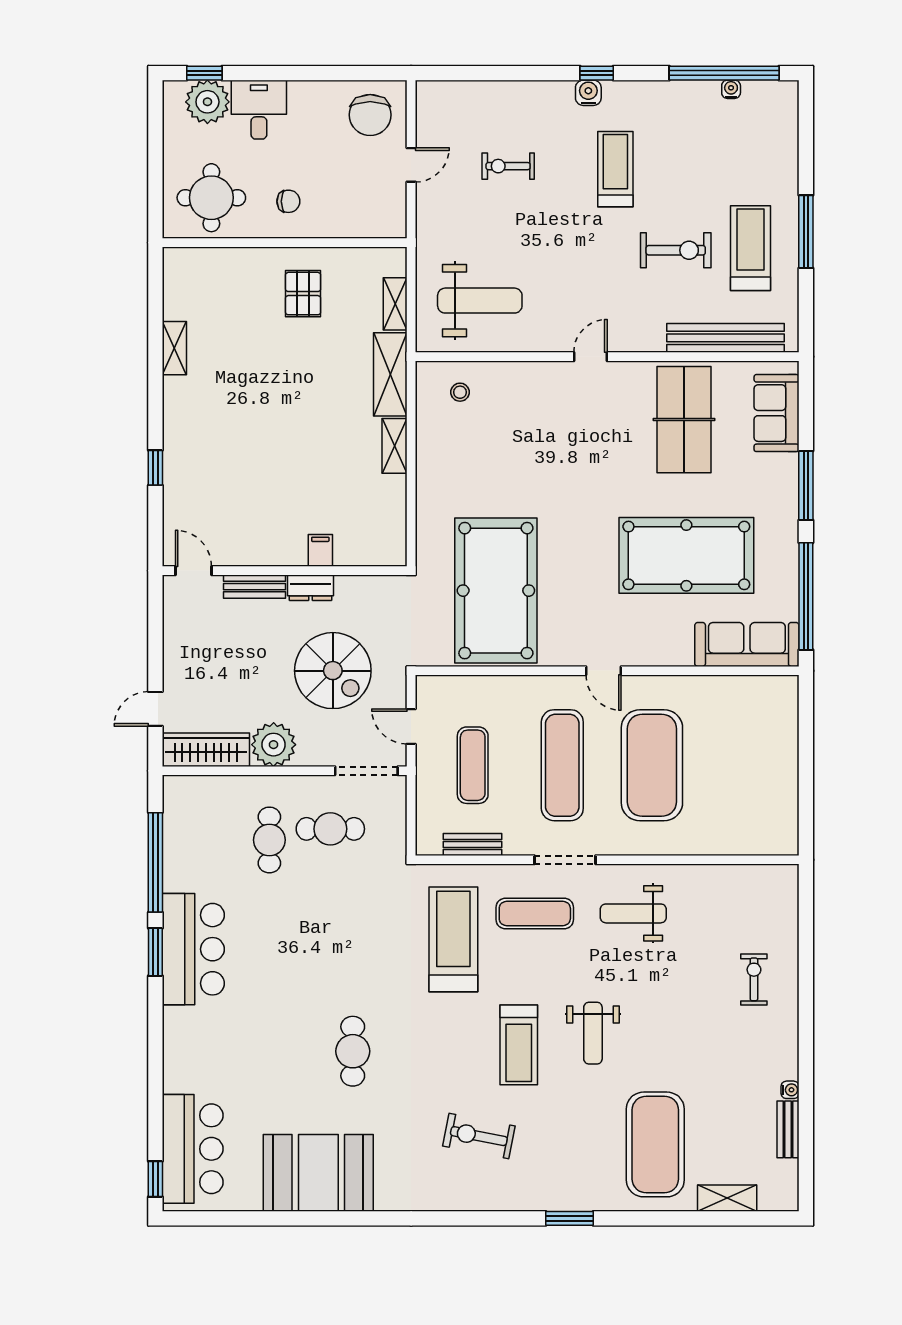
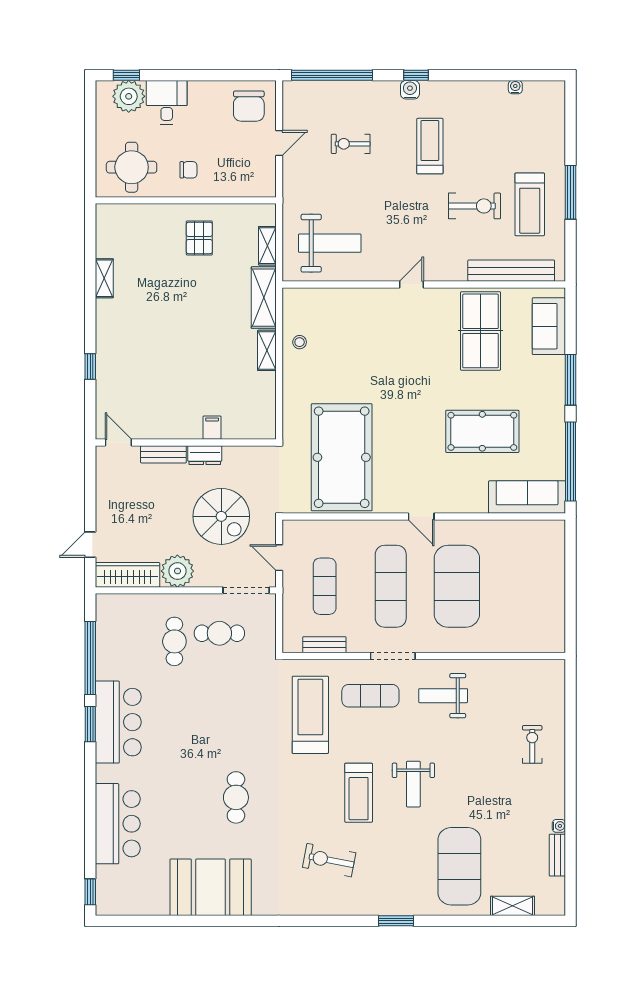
window: (724, 73) -> (332, 75), moved
treadmill: (751, 248) -> (530, 204), turned 180
stool: (460, 392) -> (300, 342), moved
pool table: (686, 555) -> (482, 431), width x0.73, depth x0.76
bar counter: (193, 1149) -> (118, 824), moved

